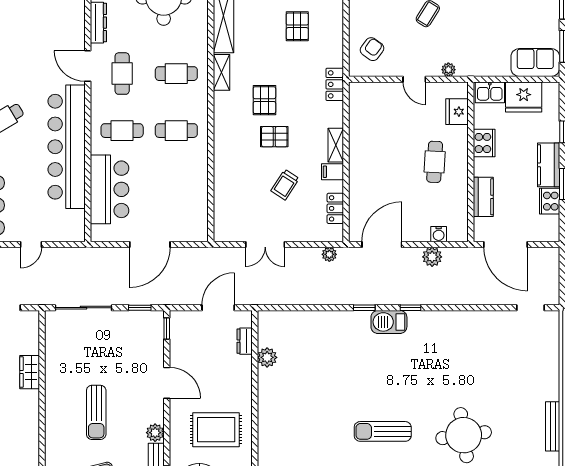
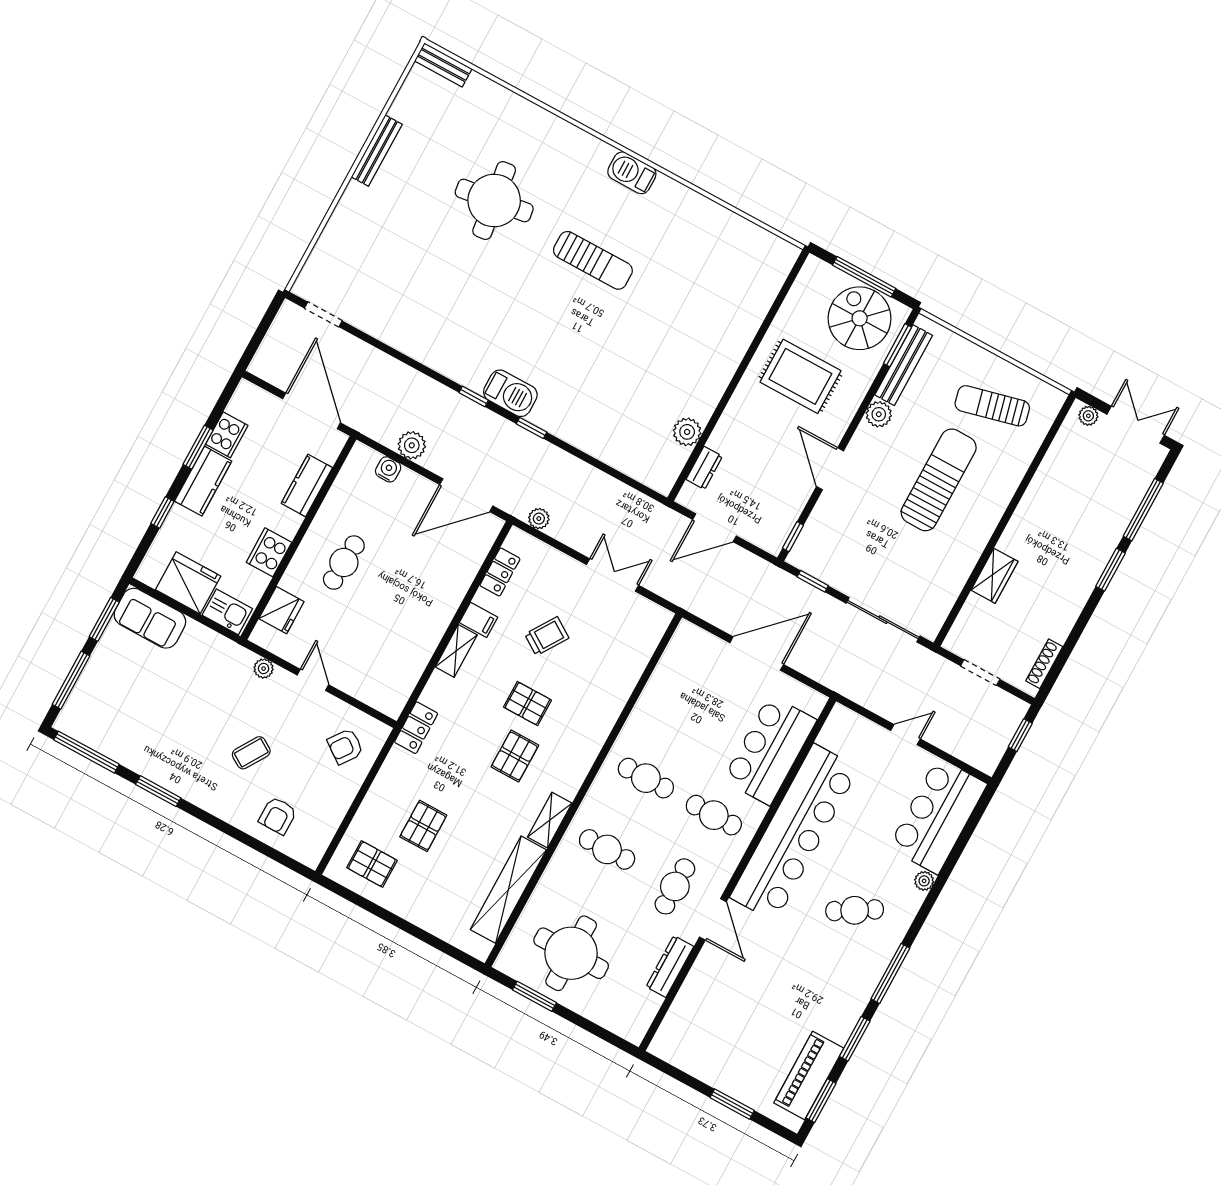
sun lounger: (96, 412) -> (939, 480), width x1.36, depth x1.34

